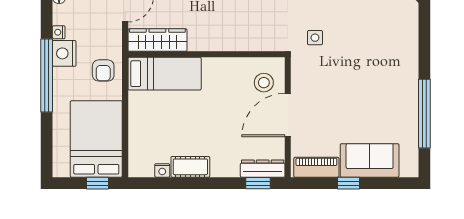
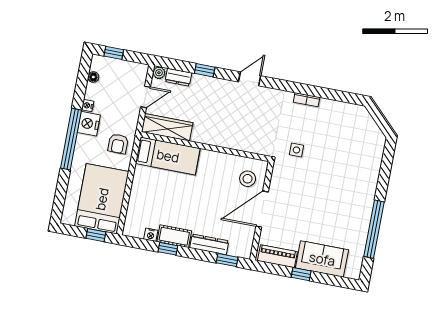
dresser: (263, 169) -> (209, 244), moved
window: (186, 183) -> (168, 249), added

